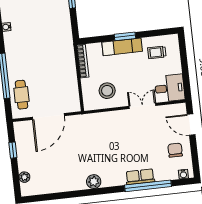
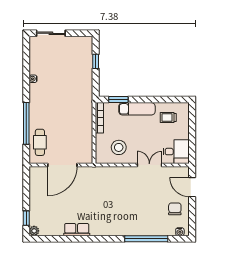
window: (125, 36) -> (118, 100), moved
window: (13, 150) -> (26, 218), moved
plant: (24, 177) -> (34, 231), moved
row of seats: (140, 177) -> (77, 230), moved
plant: (94, 182) -> (97, 229), removed

